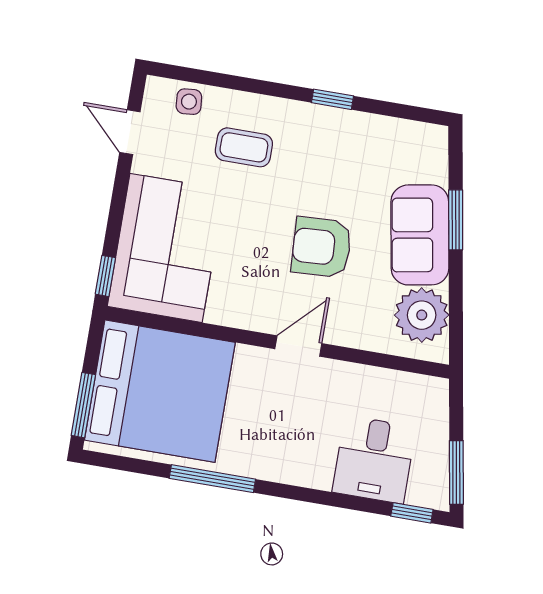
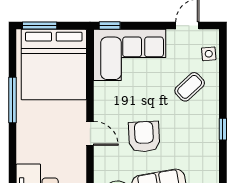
coffee table: (244, 147) -> (190, 87), turned 47

